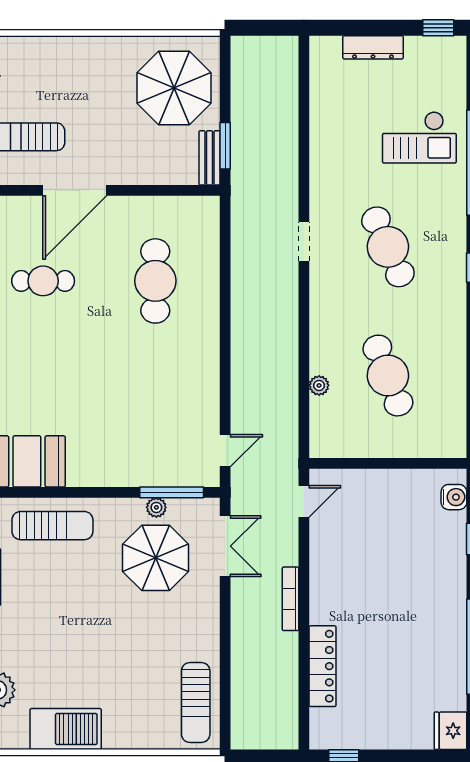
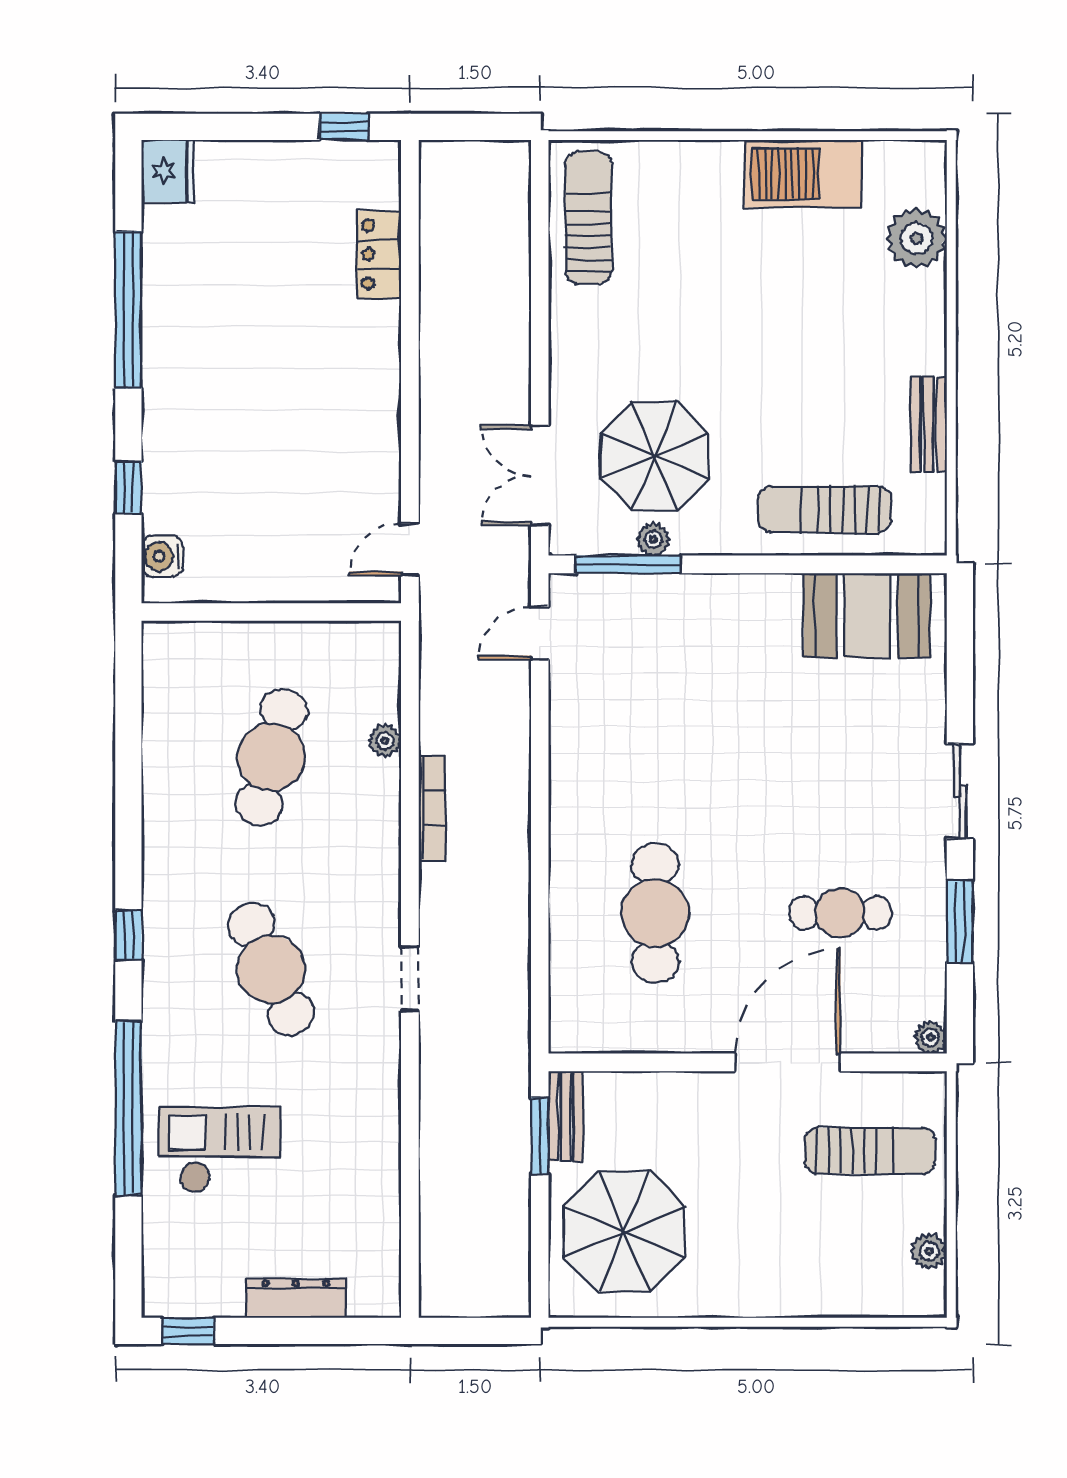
cafe table: (388, 376) -> (271, 757), turned 36
bookcase: (291, 599) -> (432, 808), moved
locker: (323, 666) -> (379, 255), width x0.66

